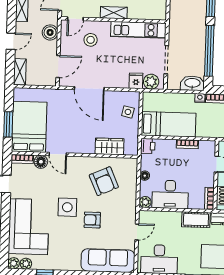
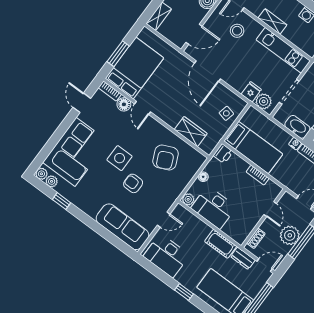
bookcase: (209, 198) -> (244, 234), removed

